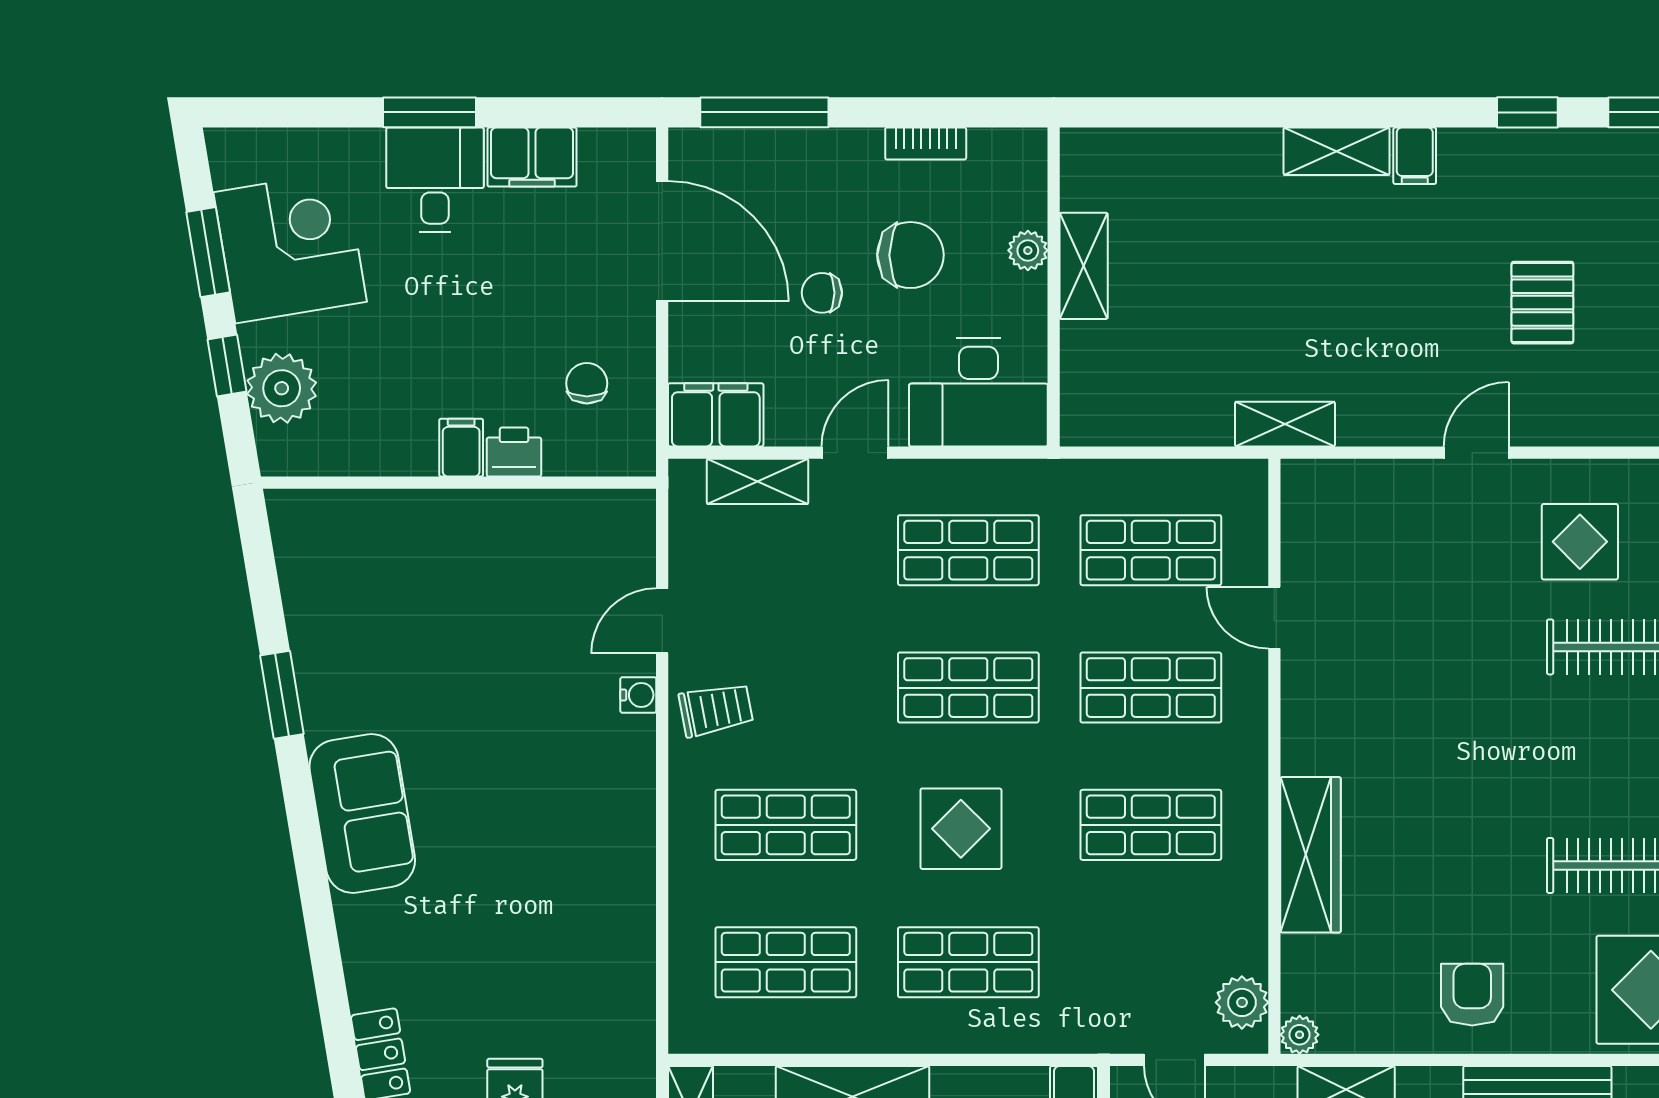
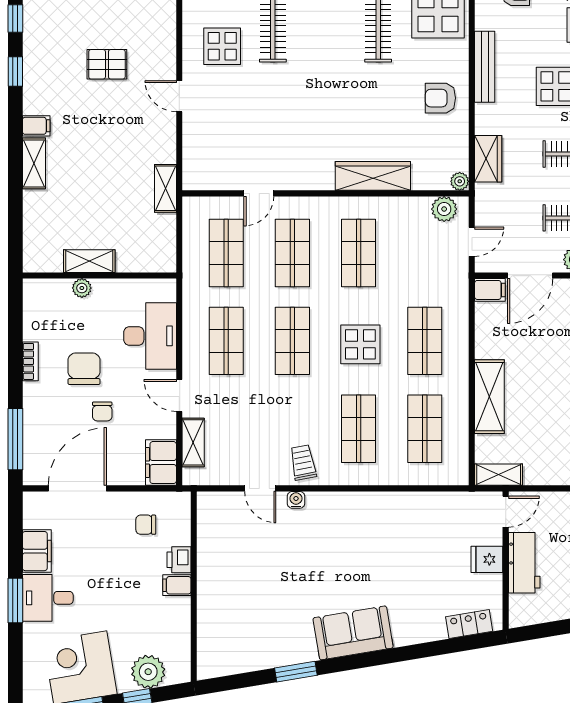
plant: (1028, 250) -> (82, 288), moved
shelving: (1084, 266) -> (89, 261), moved
wall: (1054, 287) -> (99, 276), moved

